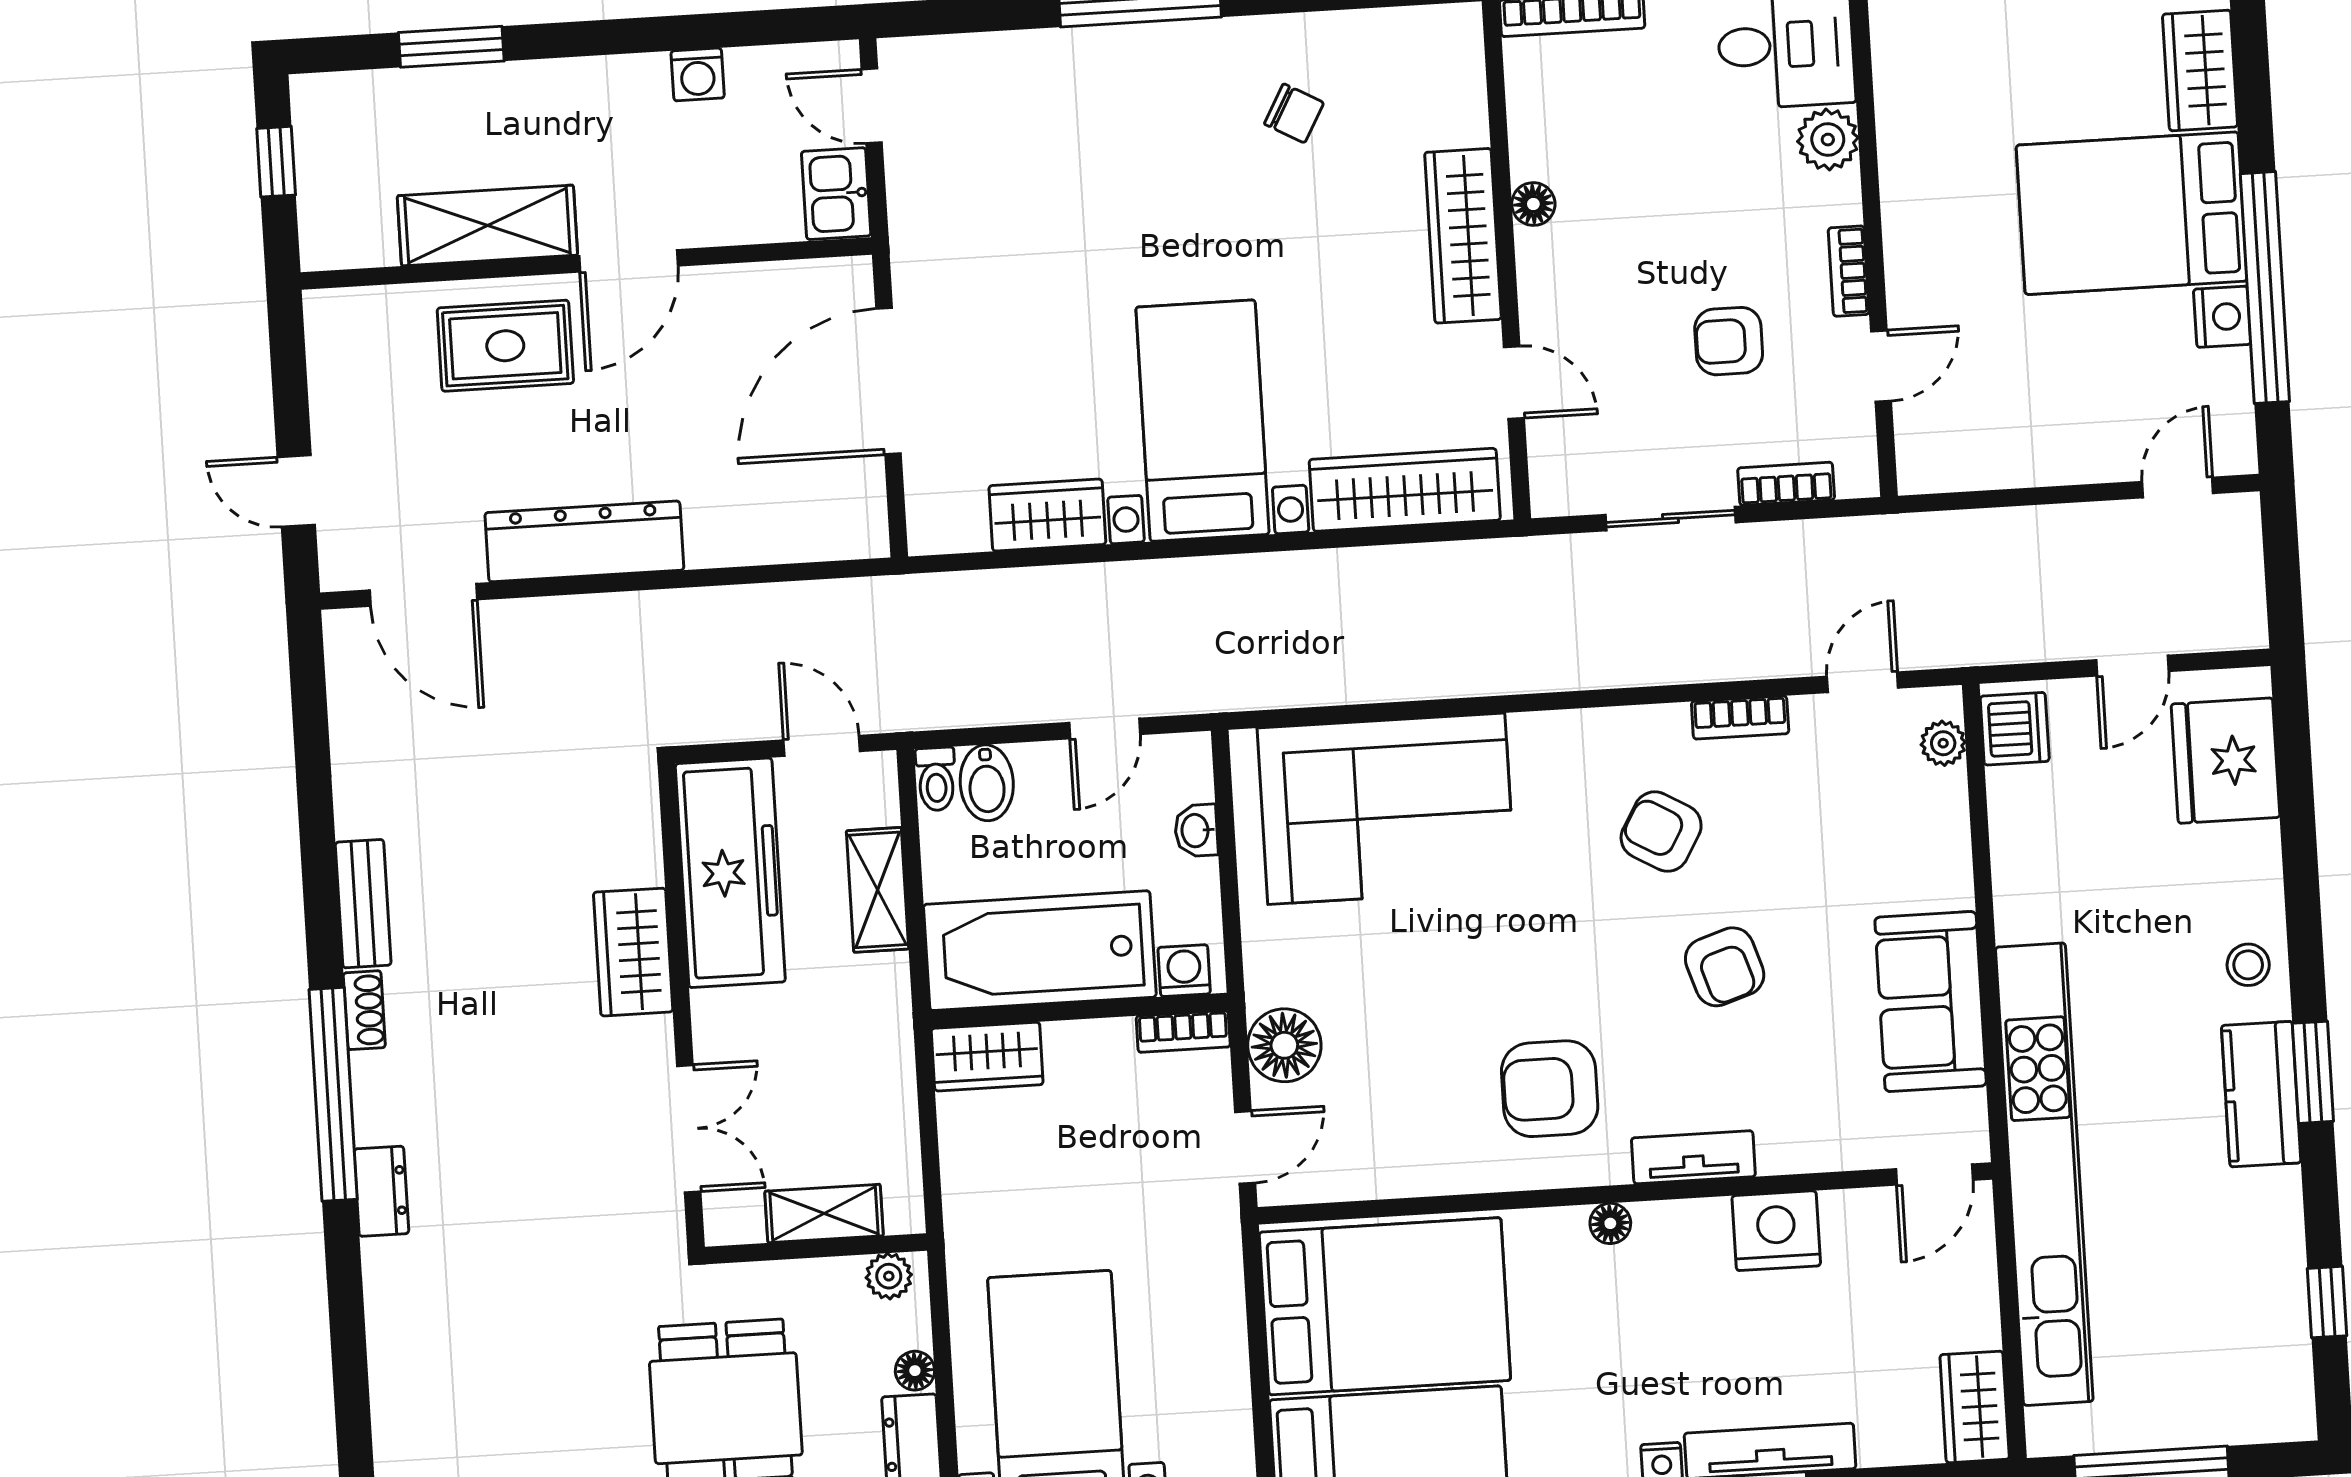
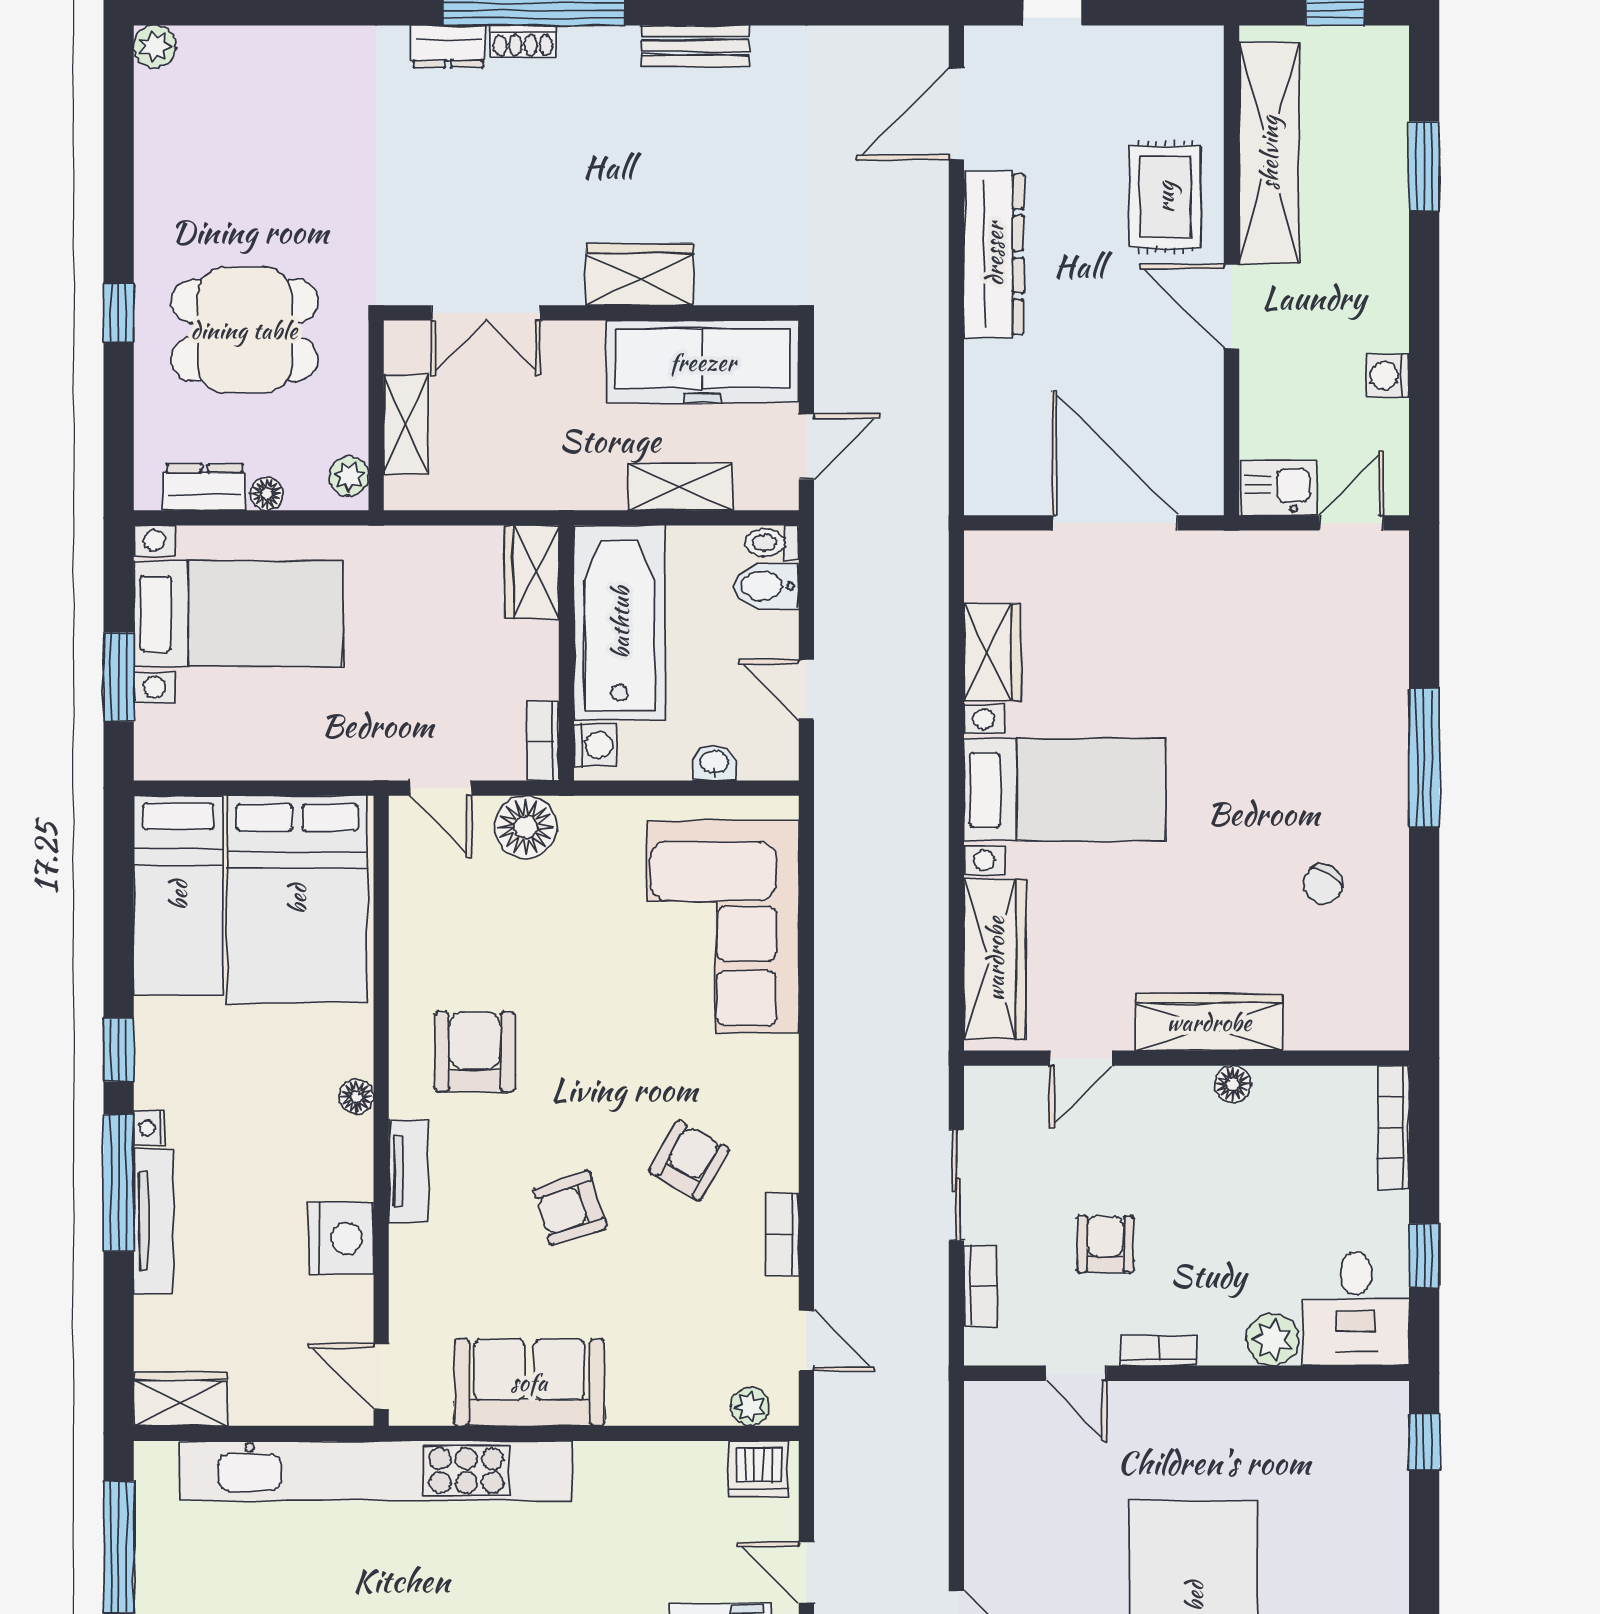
shelving: (487, 225) -> (1269, 153), width x1.47
shoe rack: (364, 1010) -> (523, 41), moved

